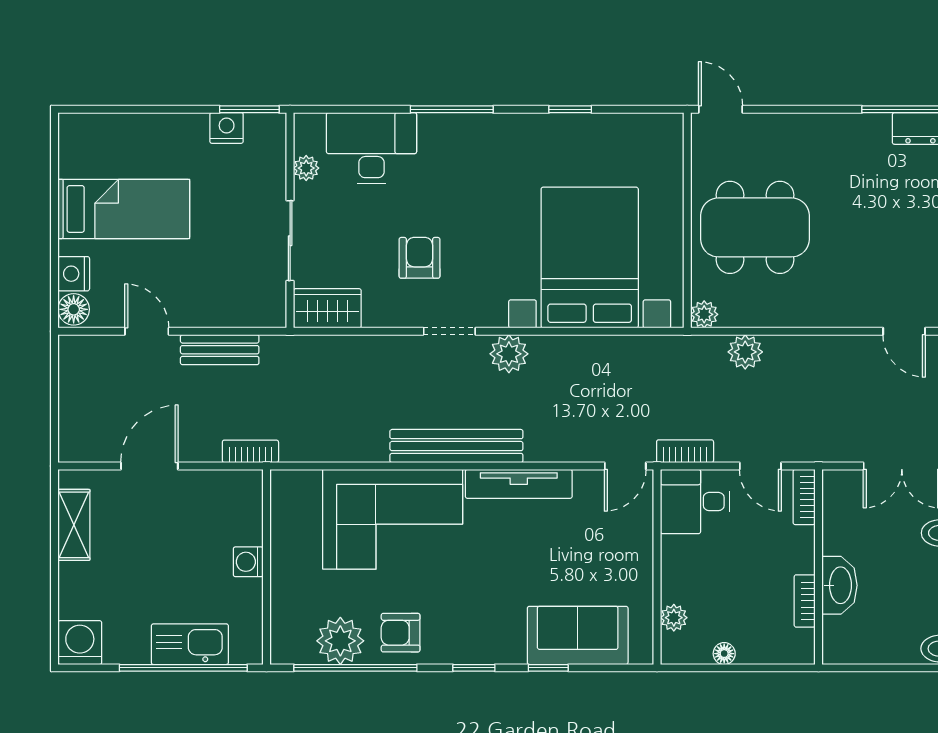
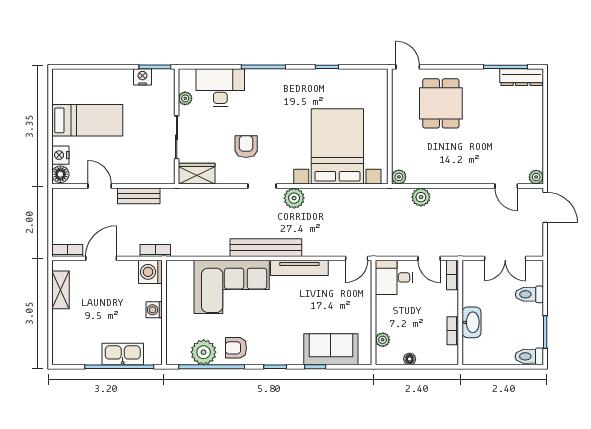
dining table: (755, 227) -> (441, 103), moved, width x0.73
bookcase: (685, 451) -> (67, 250), moved
washing machine: (80, 643) -> (150, 272), moved, turned -90

